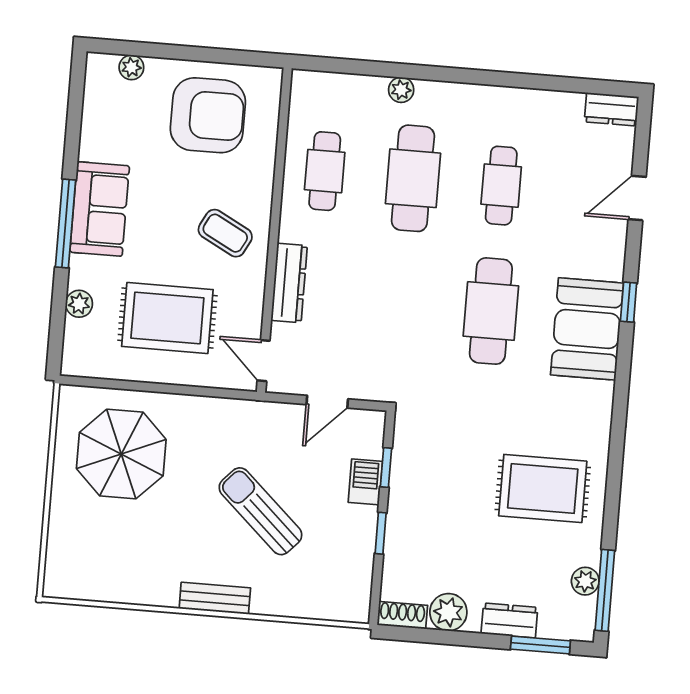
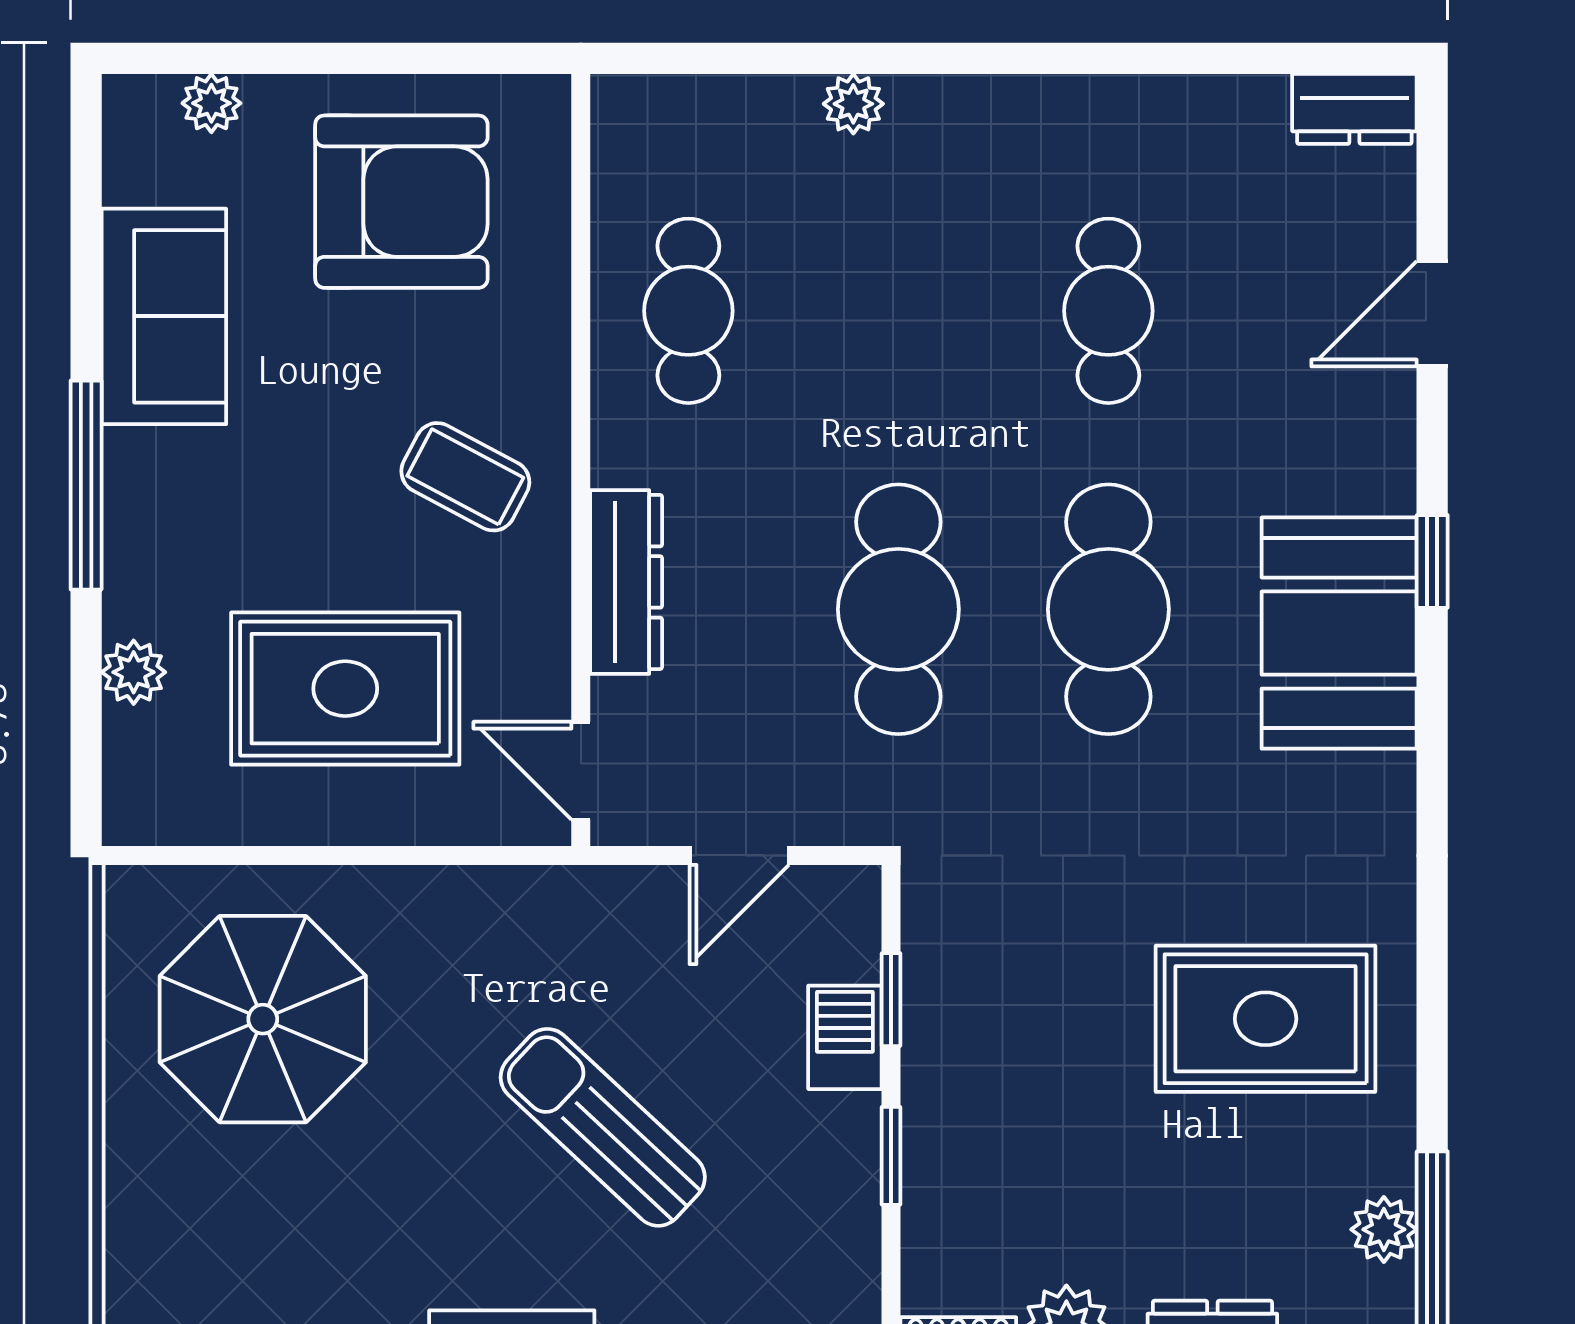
cafe table: (413, 178) -> (898, 609), moved
sofa: (100, 209) -> (164, 316), moved

